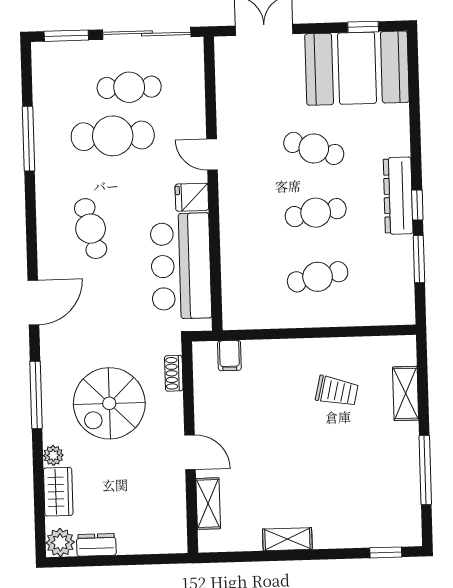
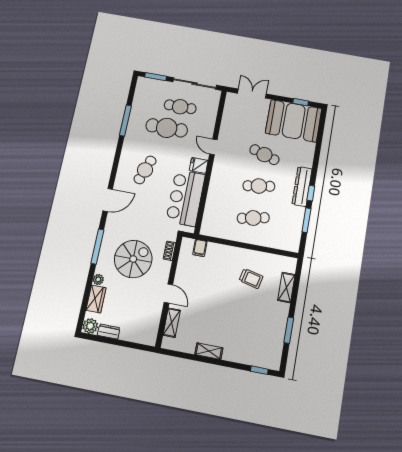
cafe table: (91, 229) -> (145, 170), turned 34
spiral stairs: (109, 403) -> (133, 259), turned 180
window: (425, 470) -> (289, 330), width x0.69

